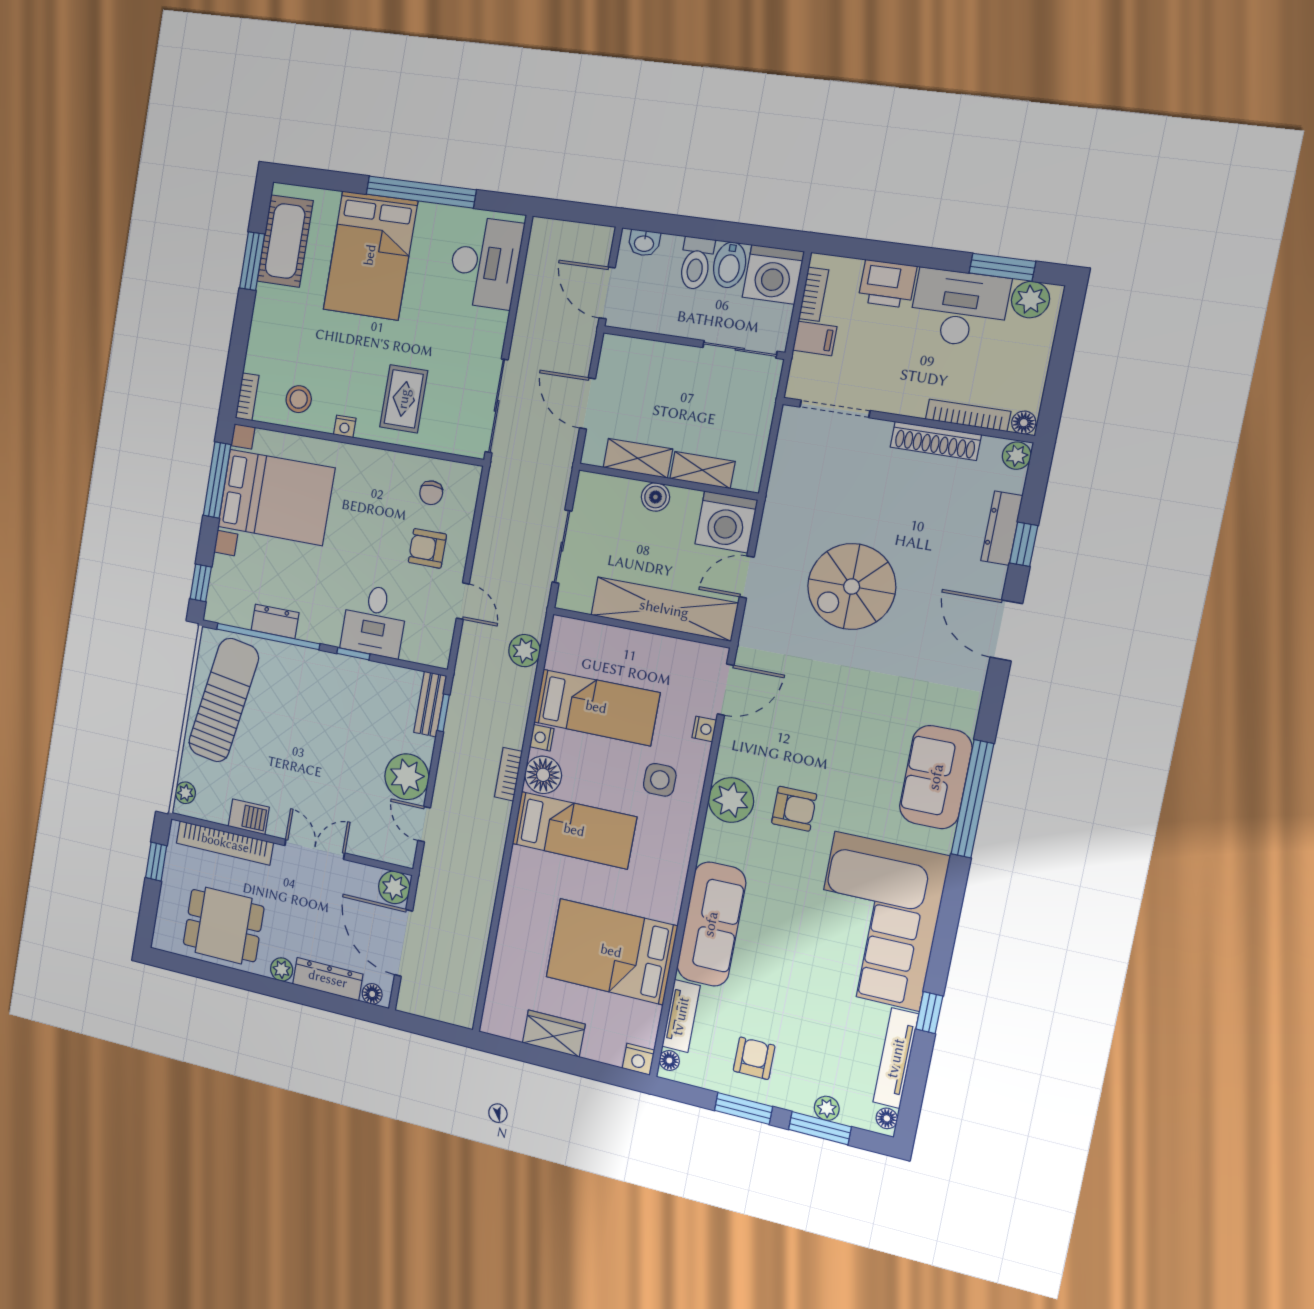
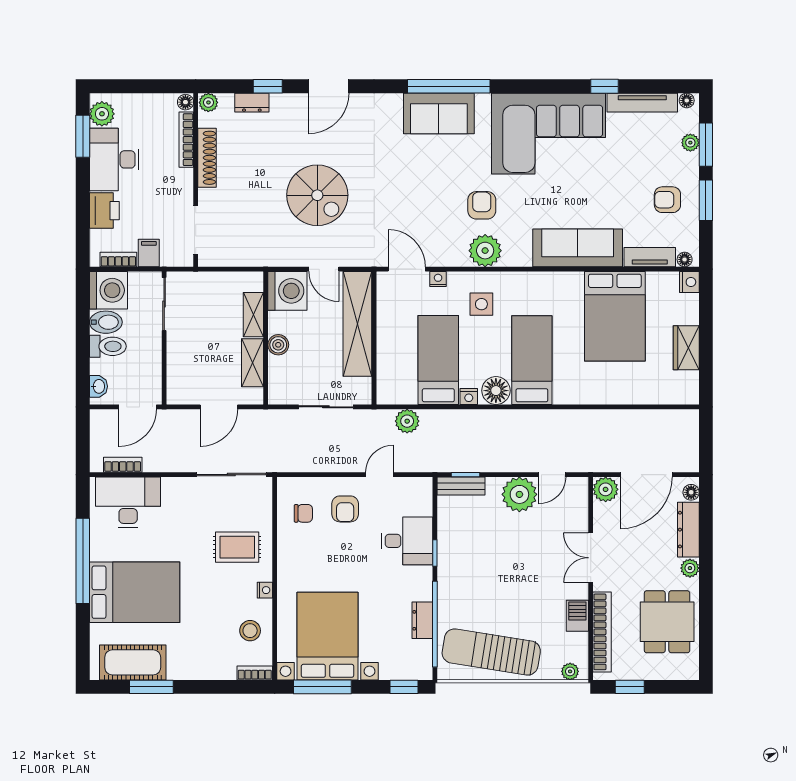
dresser: (1002, 528) -> (252, 103), width x0.70
bookcase: (508, 774) -> (123, 465), moved, turned 180

